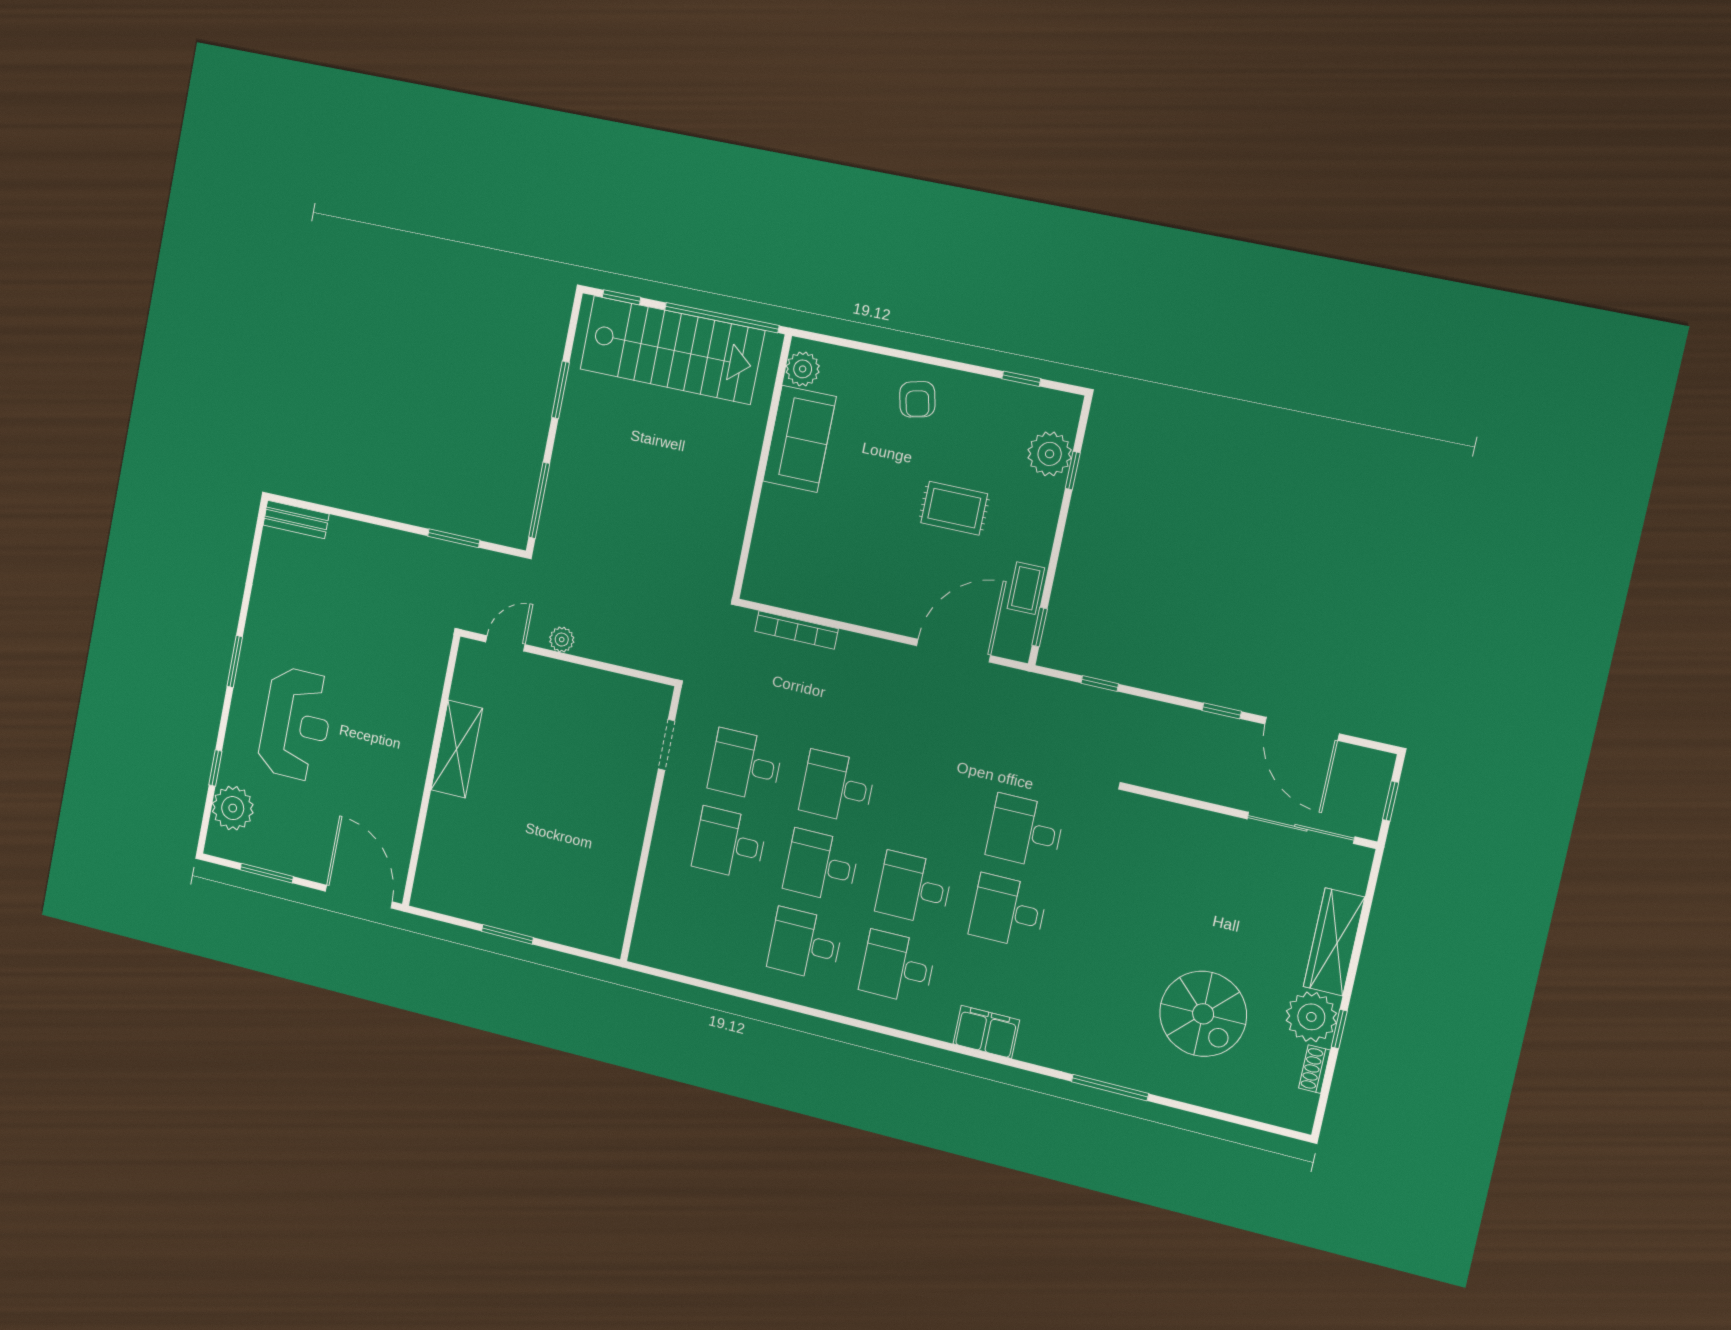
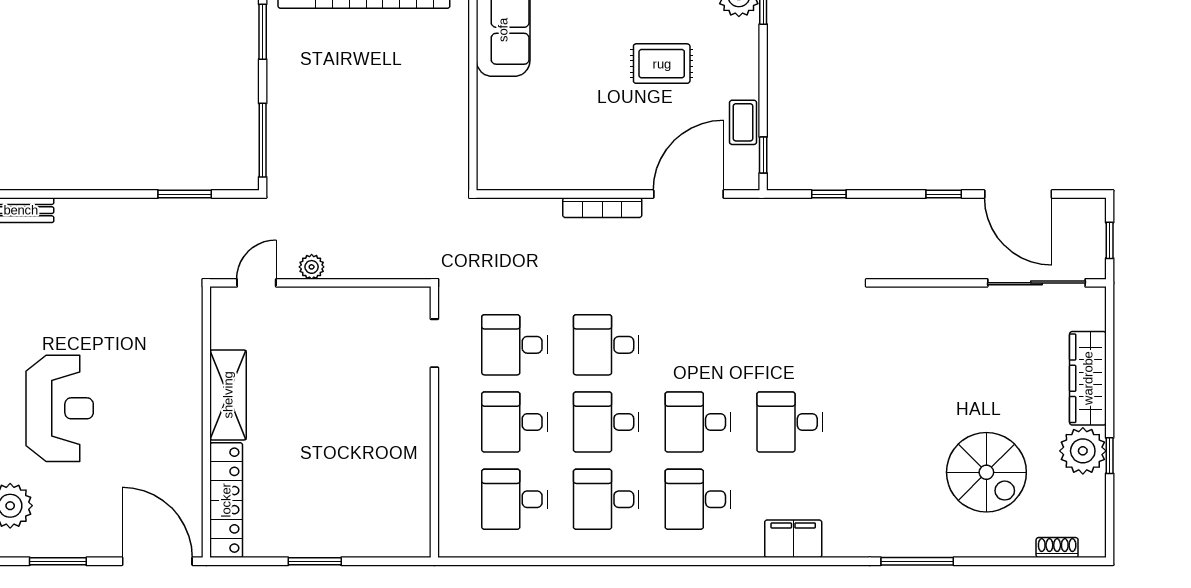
bookcase: (797, 630) -> (602, 208), moved
desk: (1025, 831) -> (514, 499), moved
locker: (435, 853) -> (226, 500), added
shoe rack: (1315, 1069) -> (1057, 548), moved, turned 90

